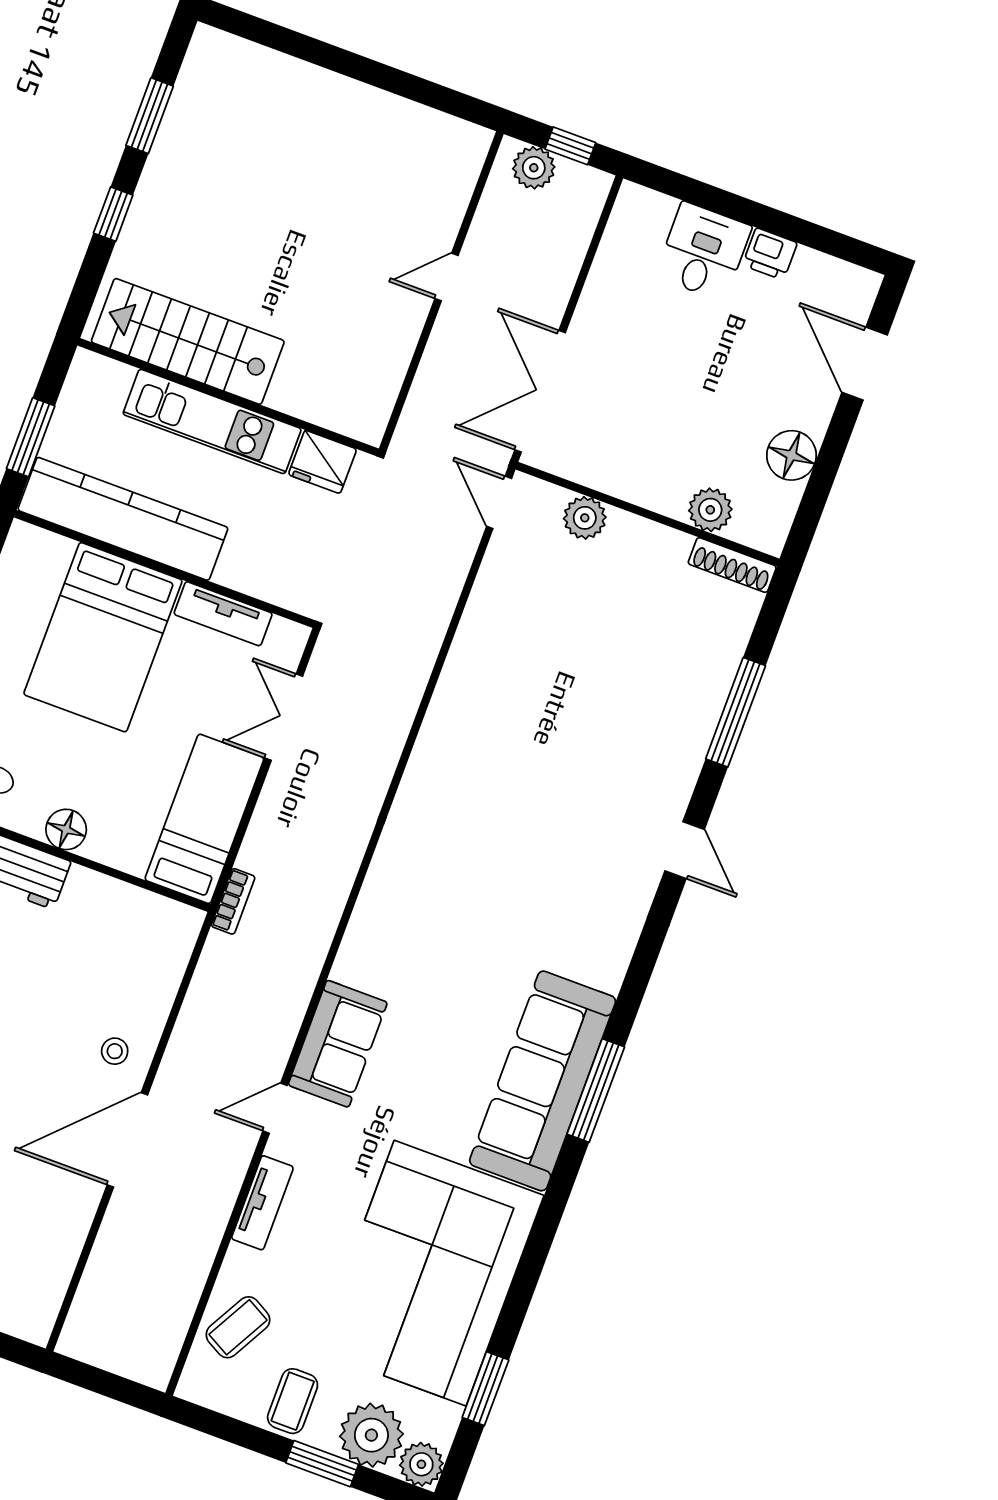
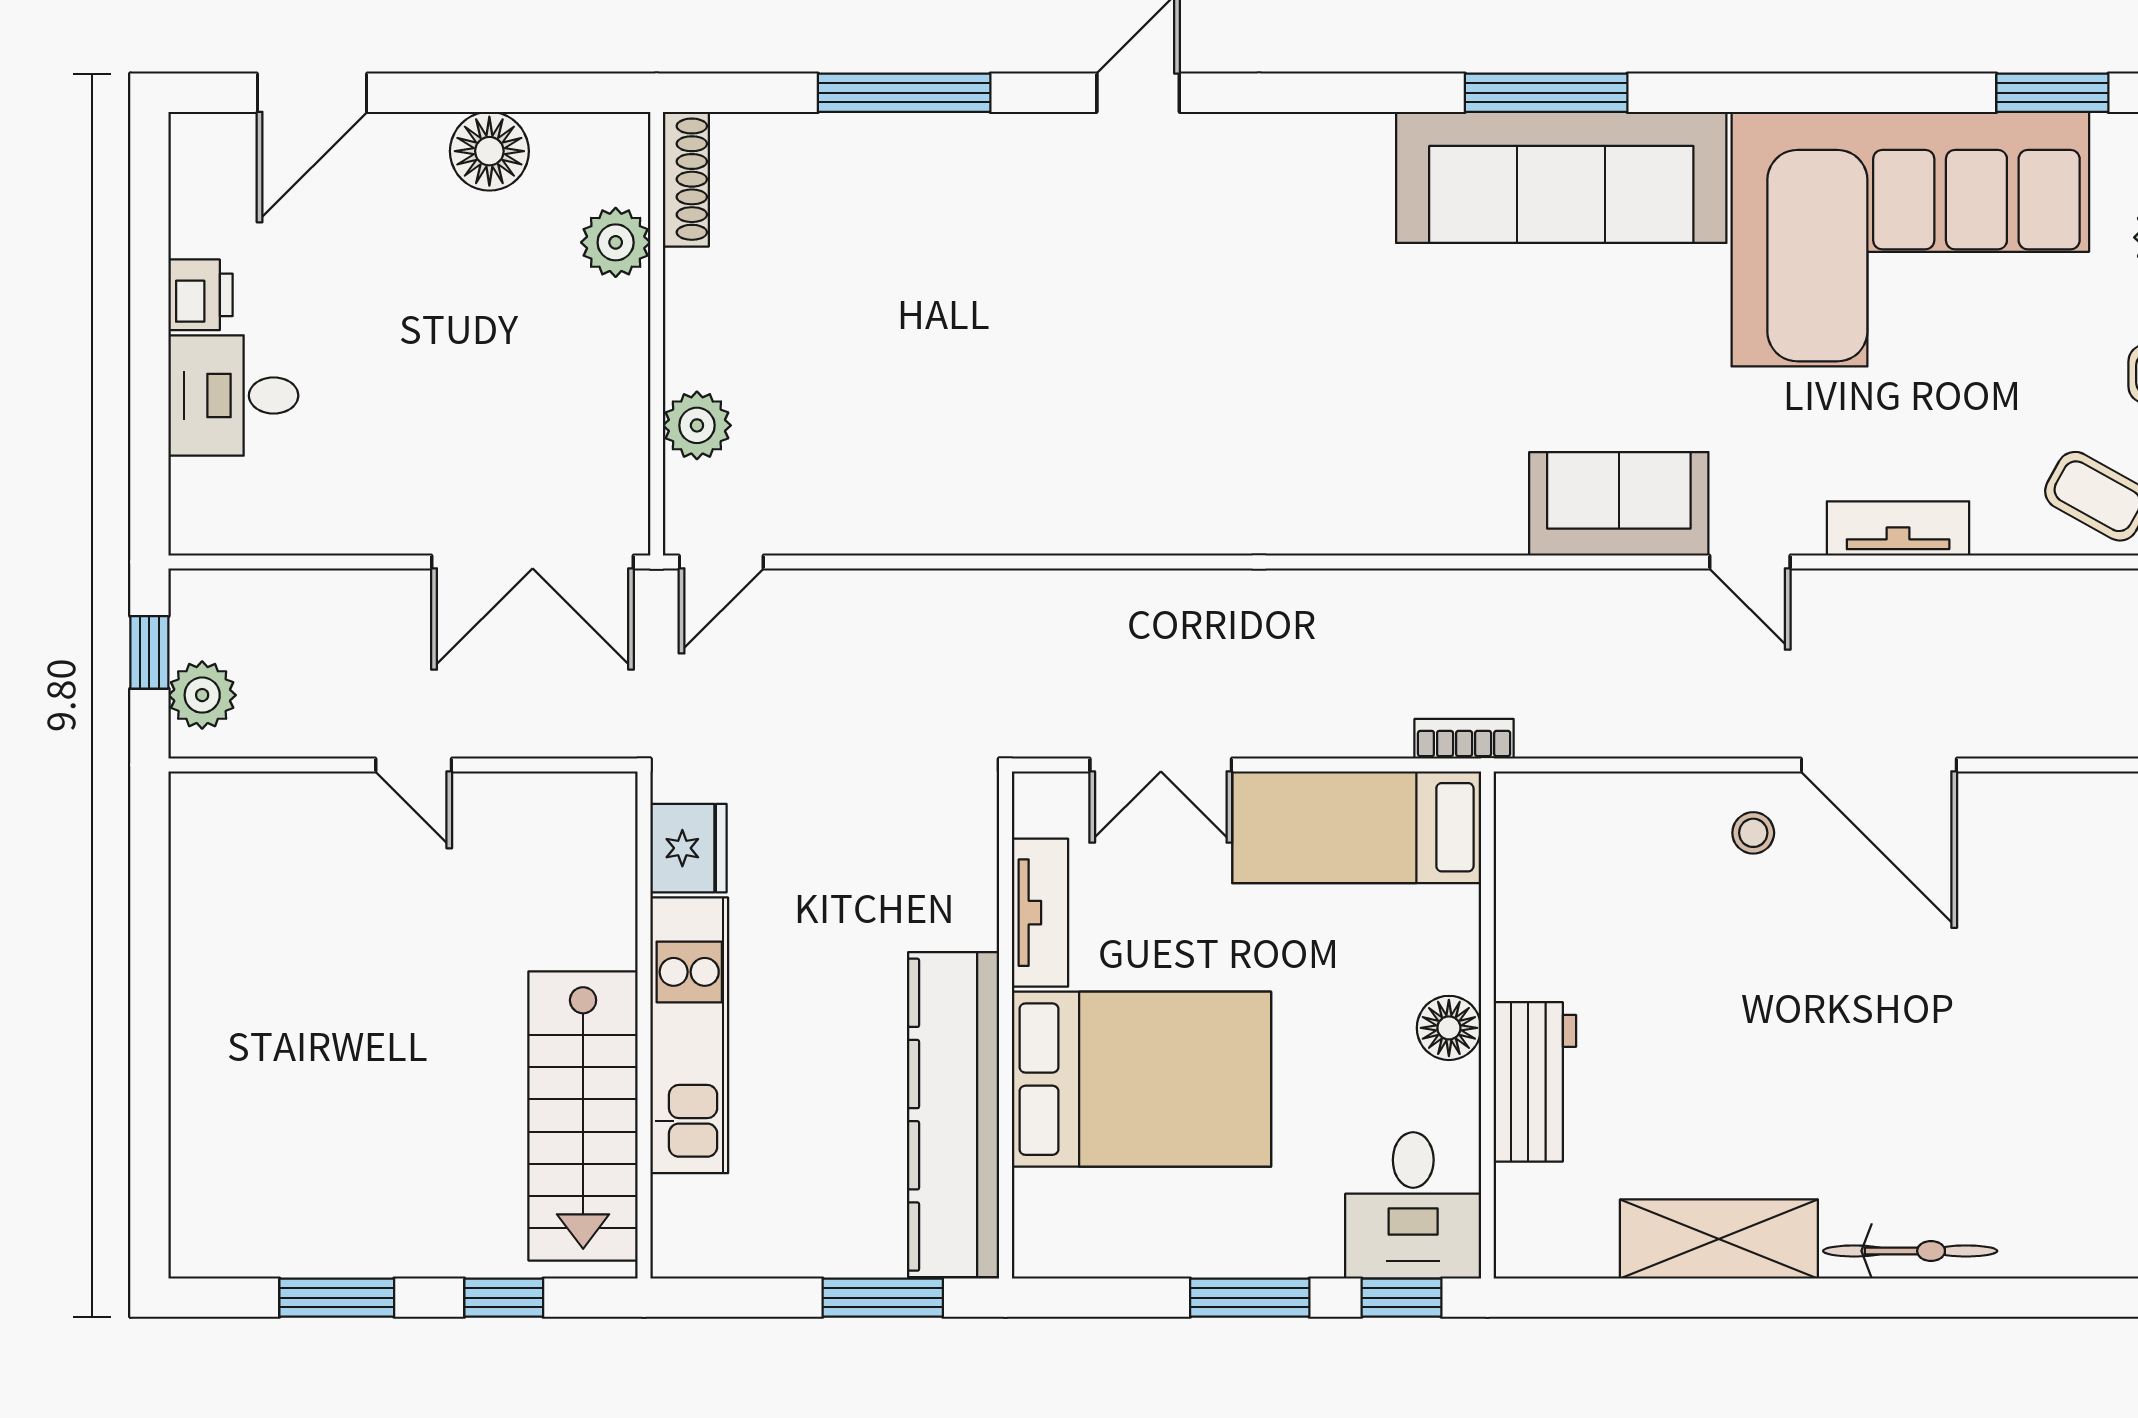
stairs: (188, 341) -> (583, 1116), moved
wall: (228, 397) -> (644, 1025), moved
kitchen unit: (212, 421) -> (689, 1035), moved
fridge: (322, 462) -> (688, 848), moved

